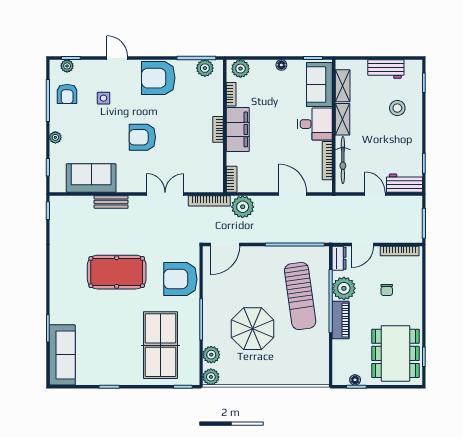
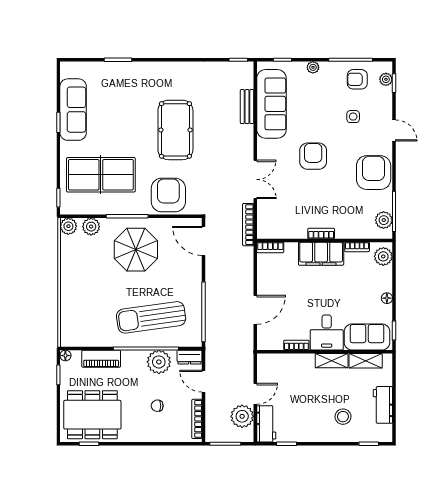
door: (117, 58) -> (394, 131), hinge flipped
bicycle: (343, 160) -> (290, 361), removed
bookcase: (327, 161) -> (296, 345), width x0.64
sofa: (91, 178) -> (271, 104), width x1.36
bench: (111, 202) -> (247, 107), moved
plant: (243, 207) -> (242, 416), moved
piano: (341, 320) -> (101, 359), moved
parasol: (253, 329) -> (136, 250), moved
sofa: (62, 355) -> (73, 110), moved, turned -90
floor lamp: (355, 380) -> (65, 356), moved

